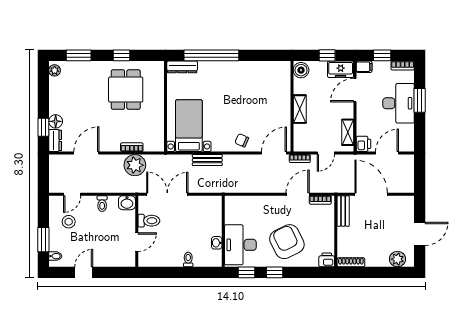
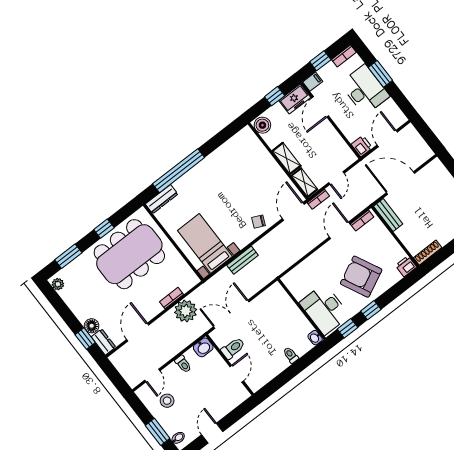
dining table: (126, 90) -> (129, 254), width x1.88, depth x1.24
shelving: (348, 132) -> (304, 182), moved
washbasin: (217, 243) -> (315, 338), moved

